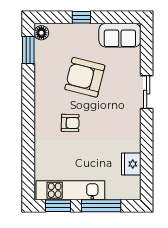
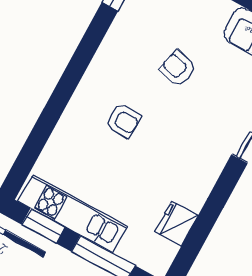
armchair: (85, 77) -> (178, 69), width x0.53, depth x0.53

